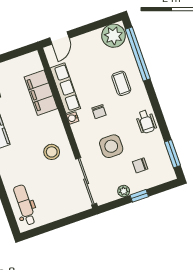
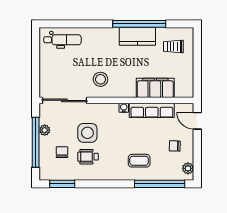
plant: (113, 36) -> (188, 168), width x0.53, depth x0.53
chair: (99, 112) -> (175, 146), moved
wheelchair: (146, 122) -> (88, 157), moved
window: (139, 196) -> (36, 142), width x3.17

